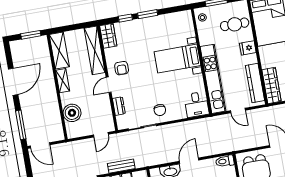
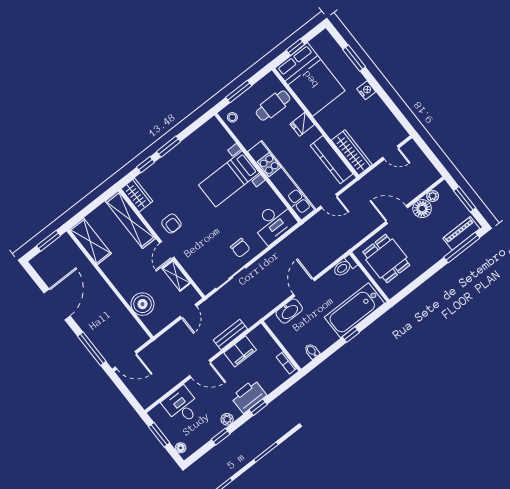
shelving: (63, 81) -> (176, 276), moved
desk: (196, 104) -> (274, 223), width x1.37
dresser: (119, 106) -> (191, 268), removed

